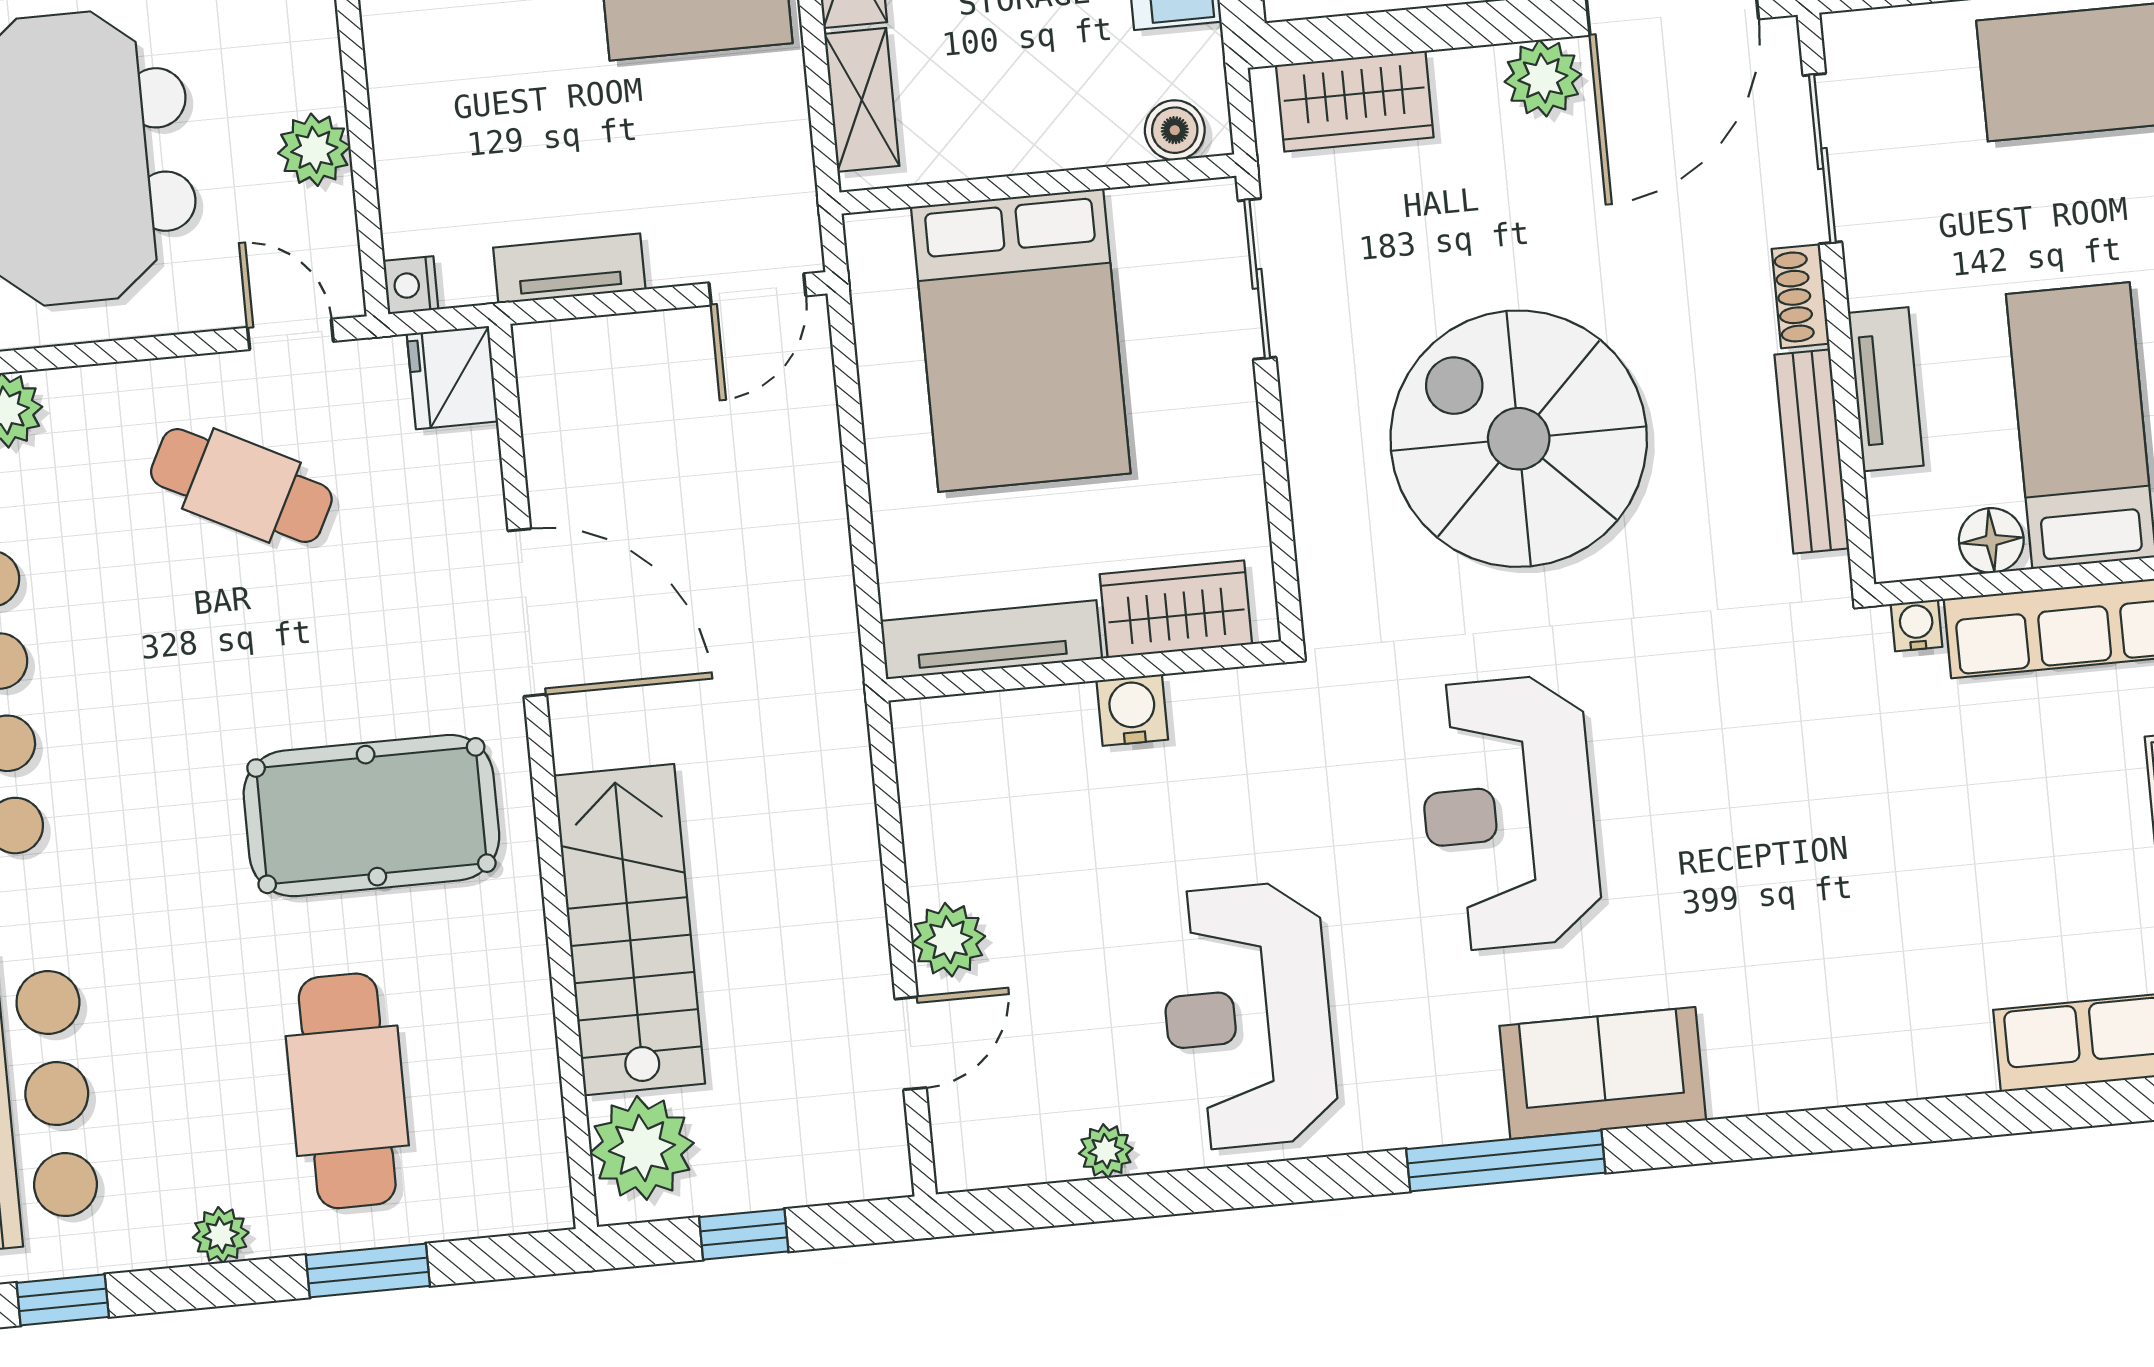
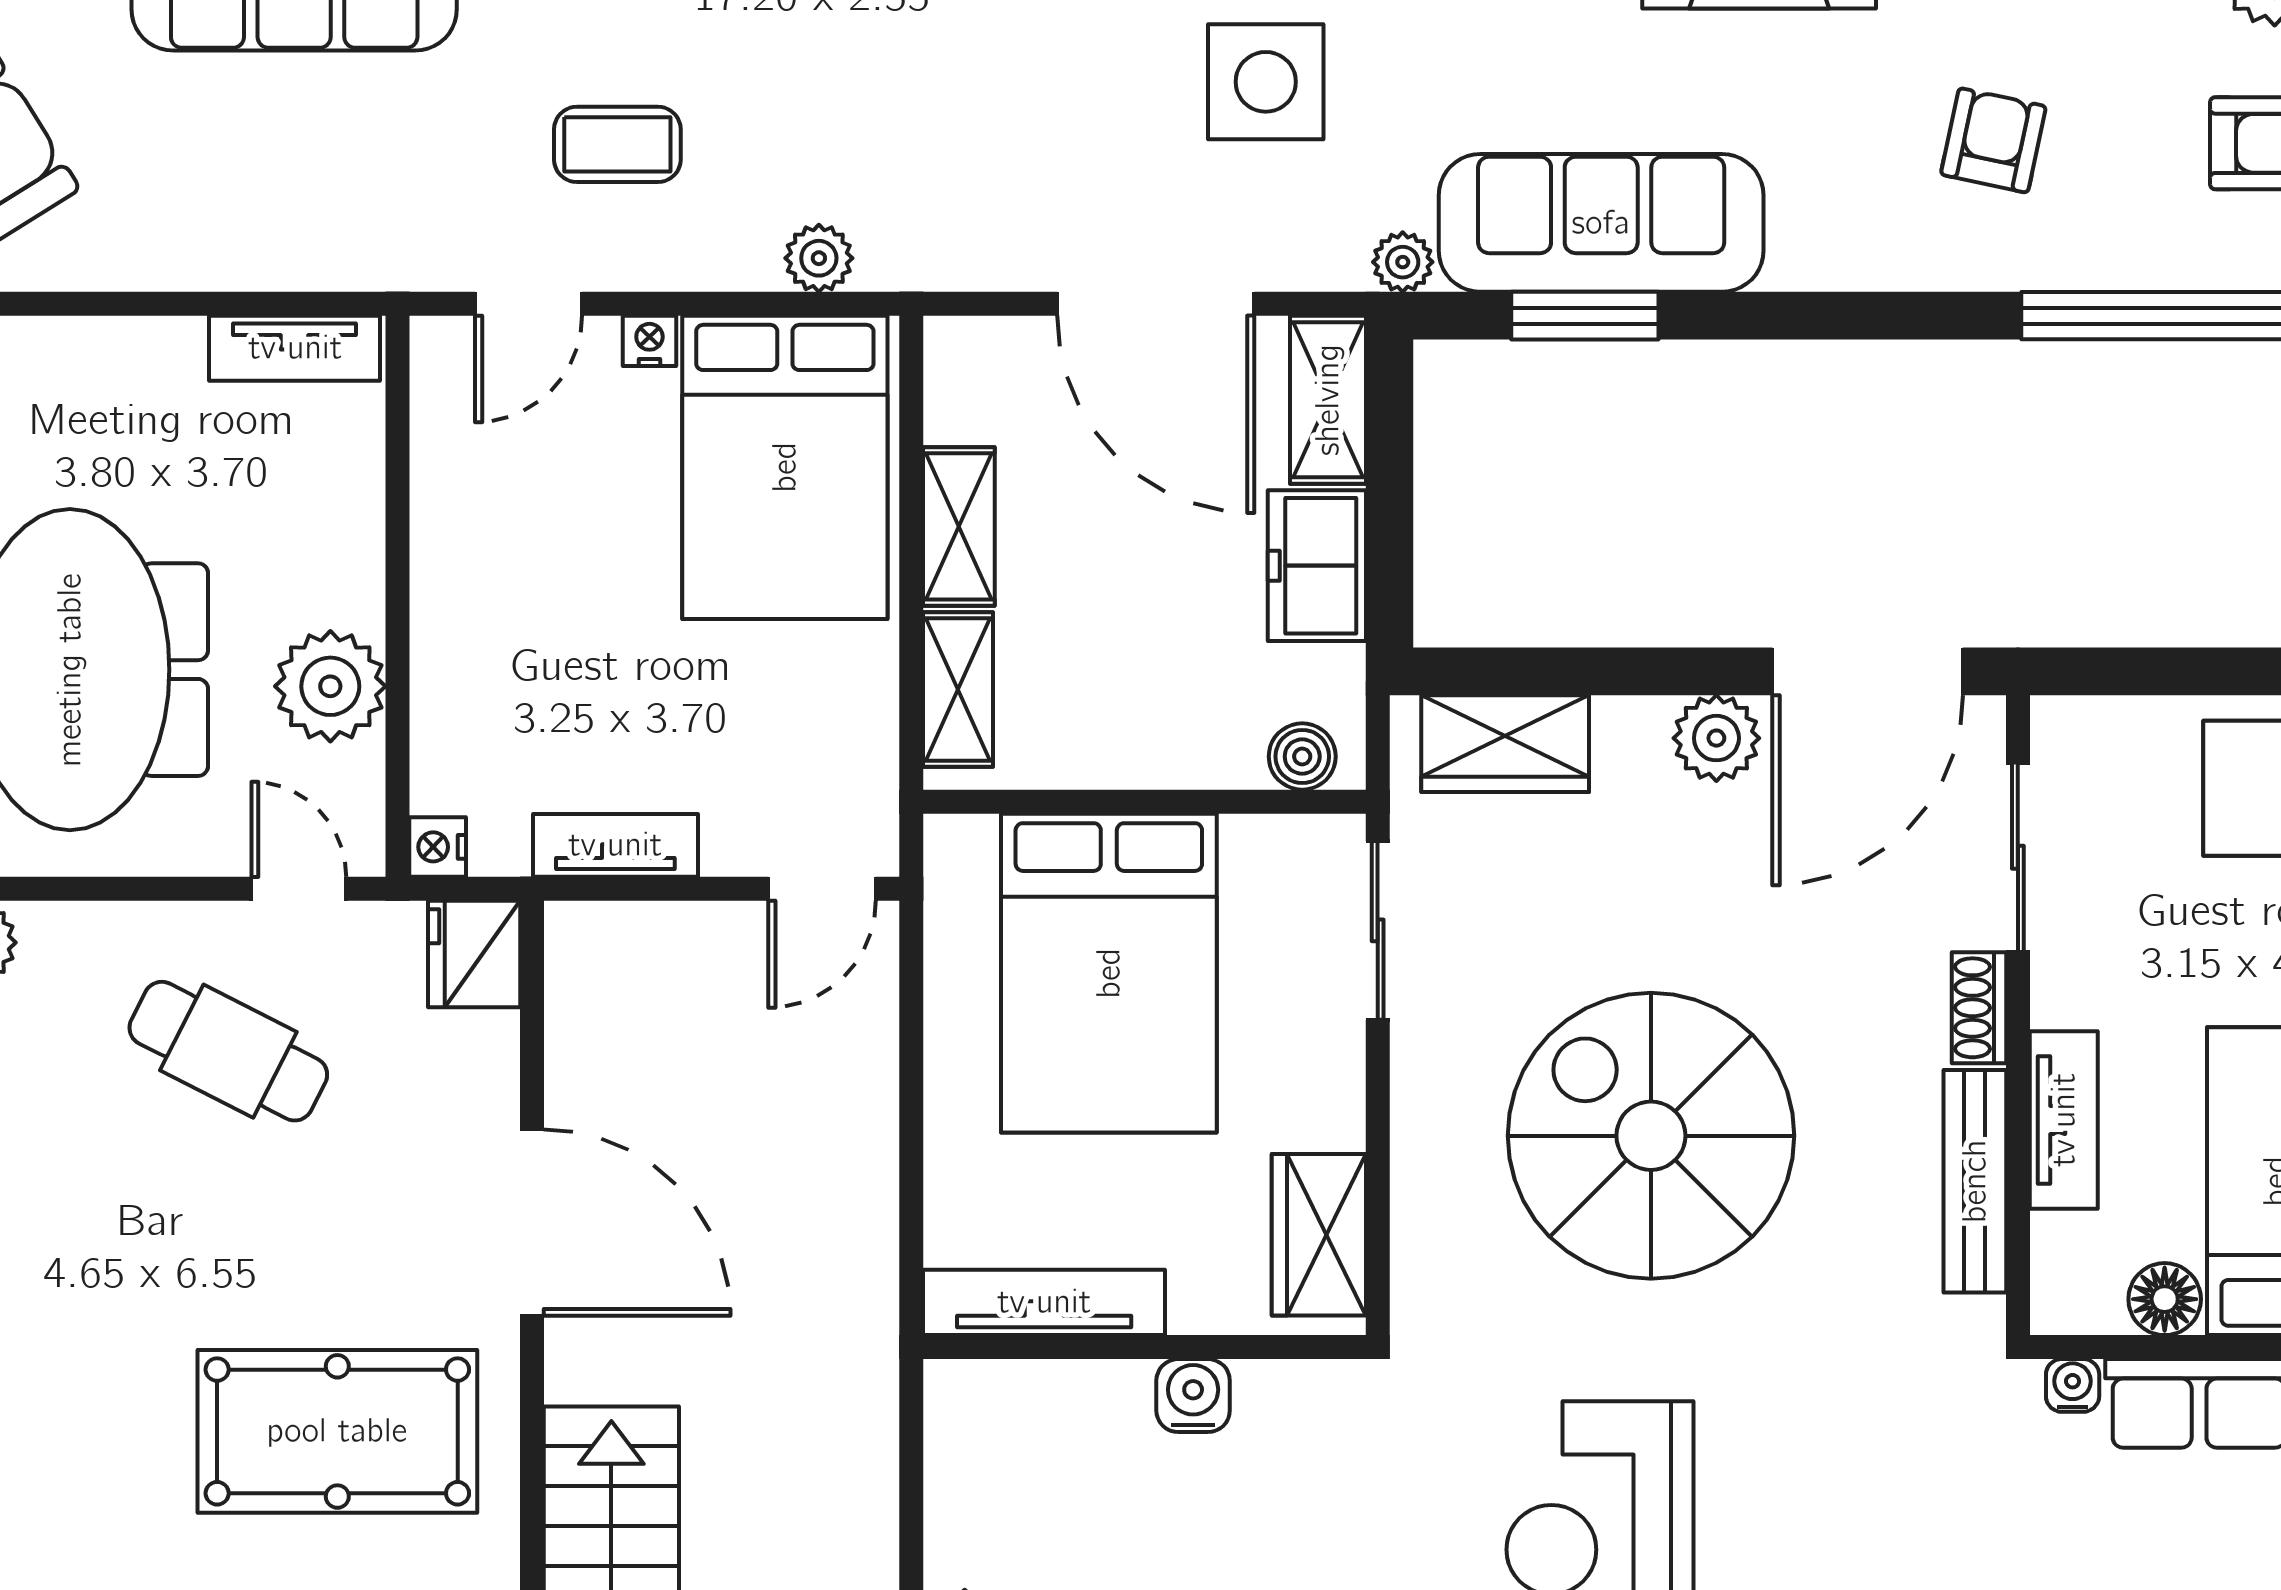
plant: (314, 150) -> (330, 686), width x1.36, depth x1.36
wardrobe: (1176, 609) -> (1319, 1235), moved, turned -90

